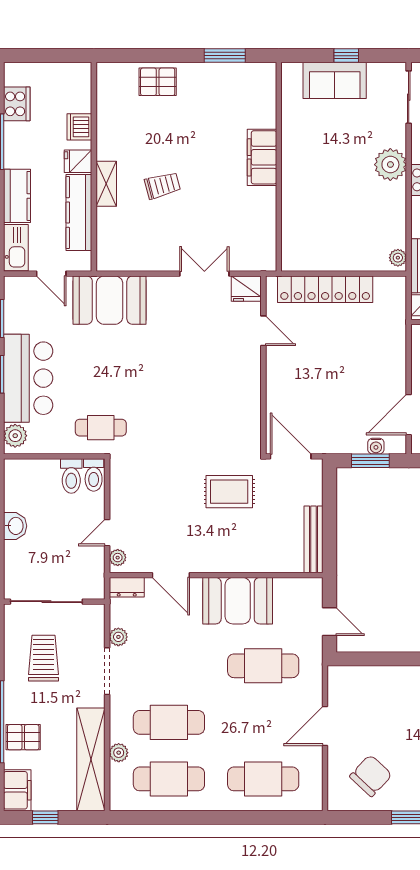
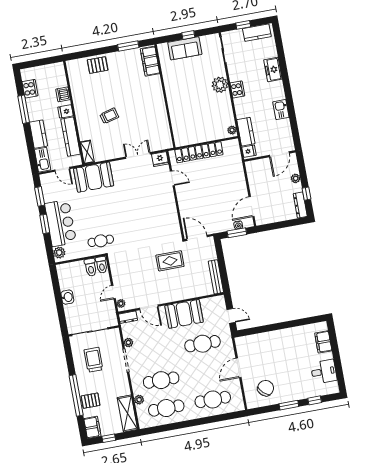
filing cabinet: (262, 157) -> (150, 61), moved
shelving: (106, 184) -> (87, 152), moved
shelving: (91, 759) -> (127, 414), width x0.68

